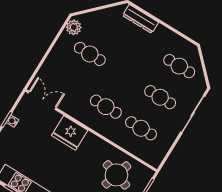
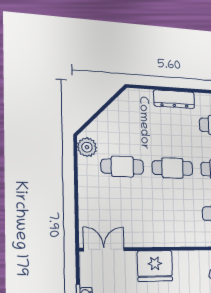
dresser: (140, 19) -> (174, 99), moved
cafe table: (106, 107) -> (172, 168), moved

